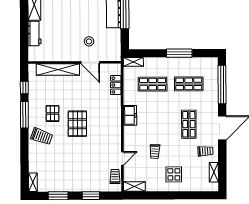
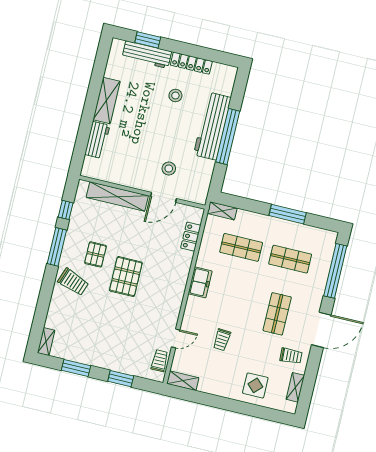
door: (90, 62) -> (163, 197), hinge flipped
display table: (174, 174) -> (255, 385), moved

